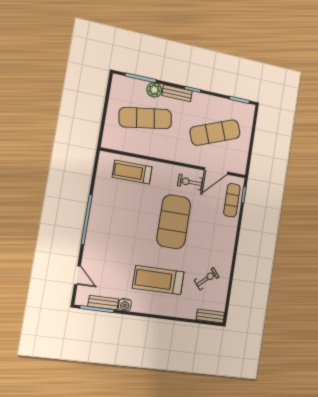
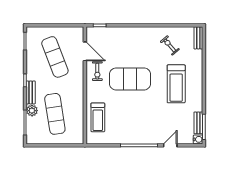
exercise mat: (232, 200) -> (106, 35), removed
door: (77, 275) -> (170, 145), moved
water cooler: (125, 305) -> (198, 139), moved

